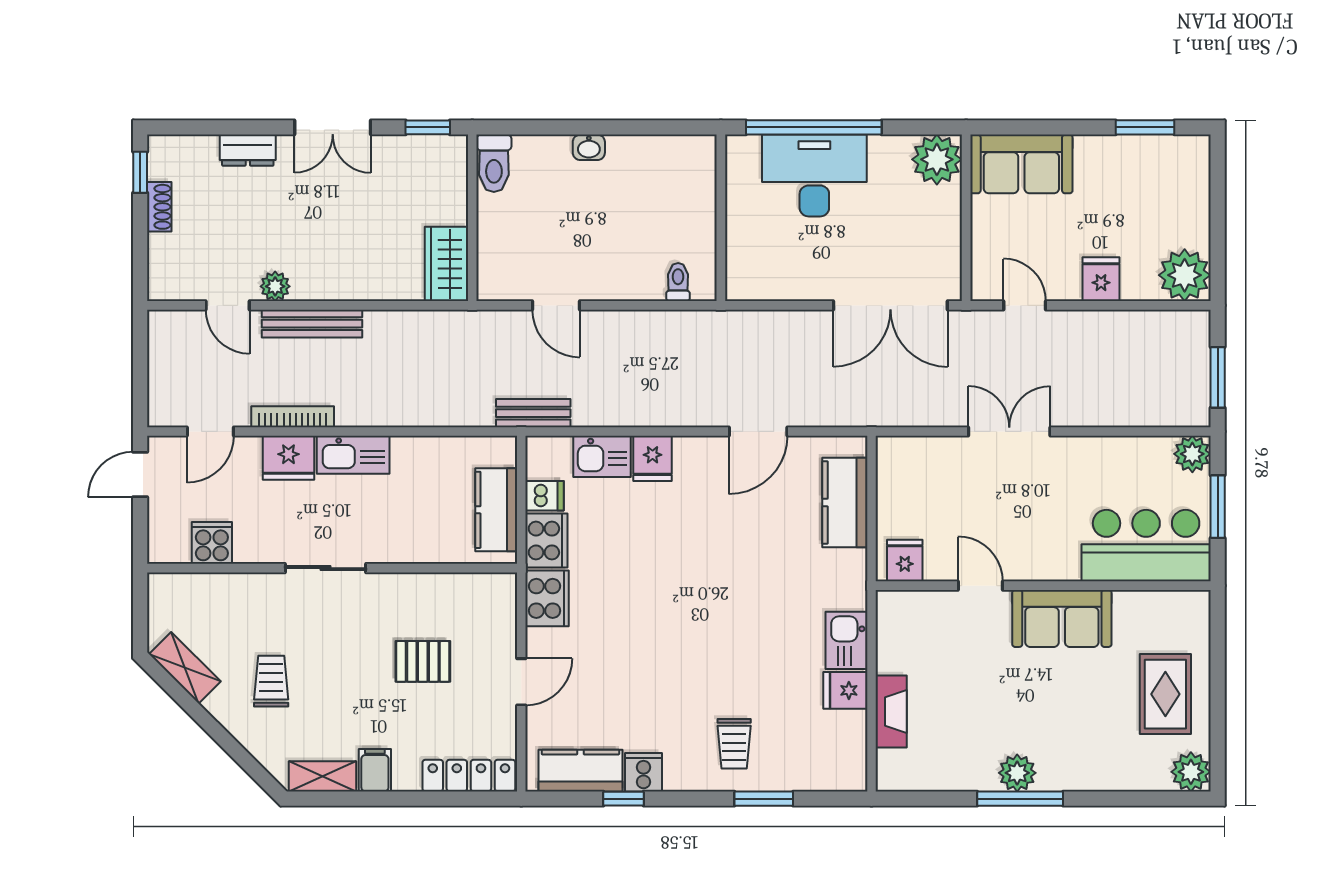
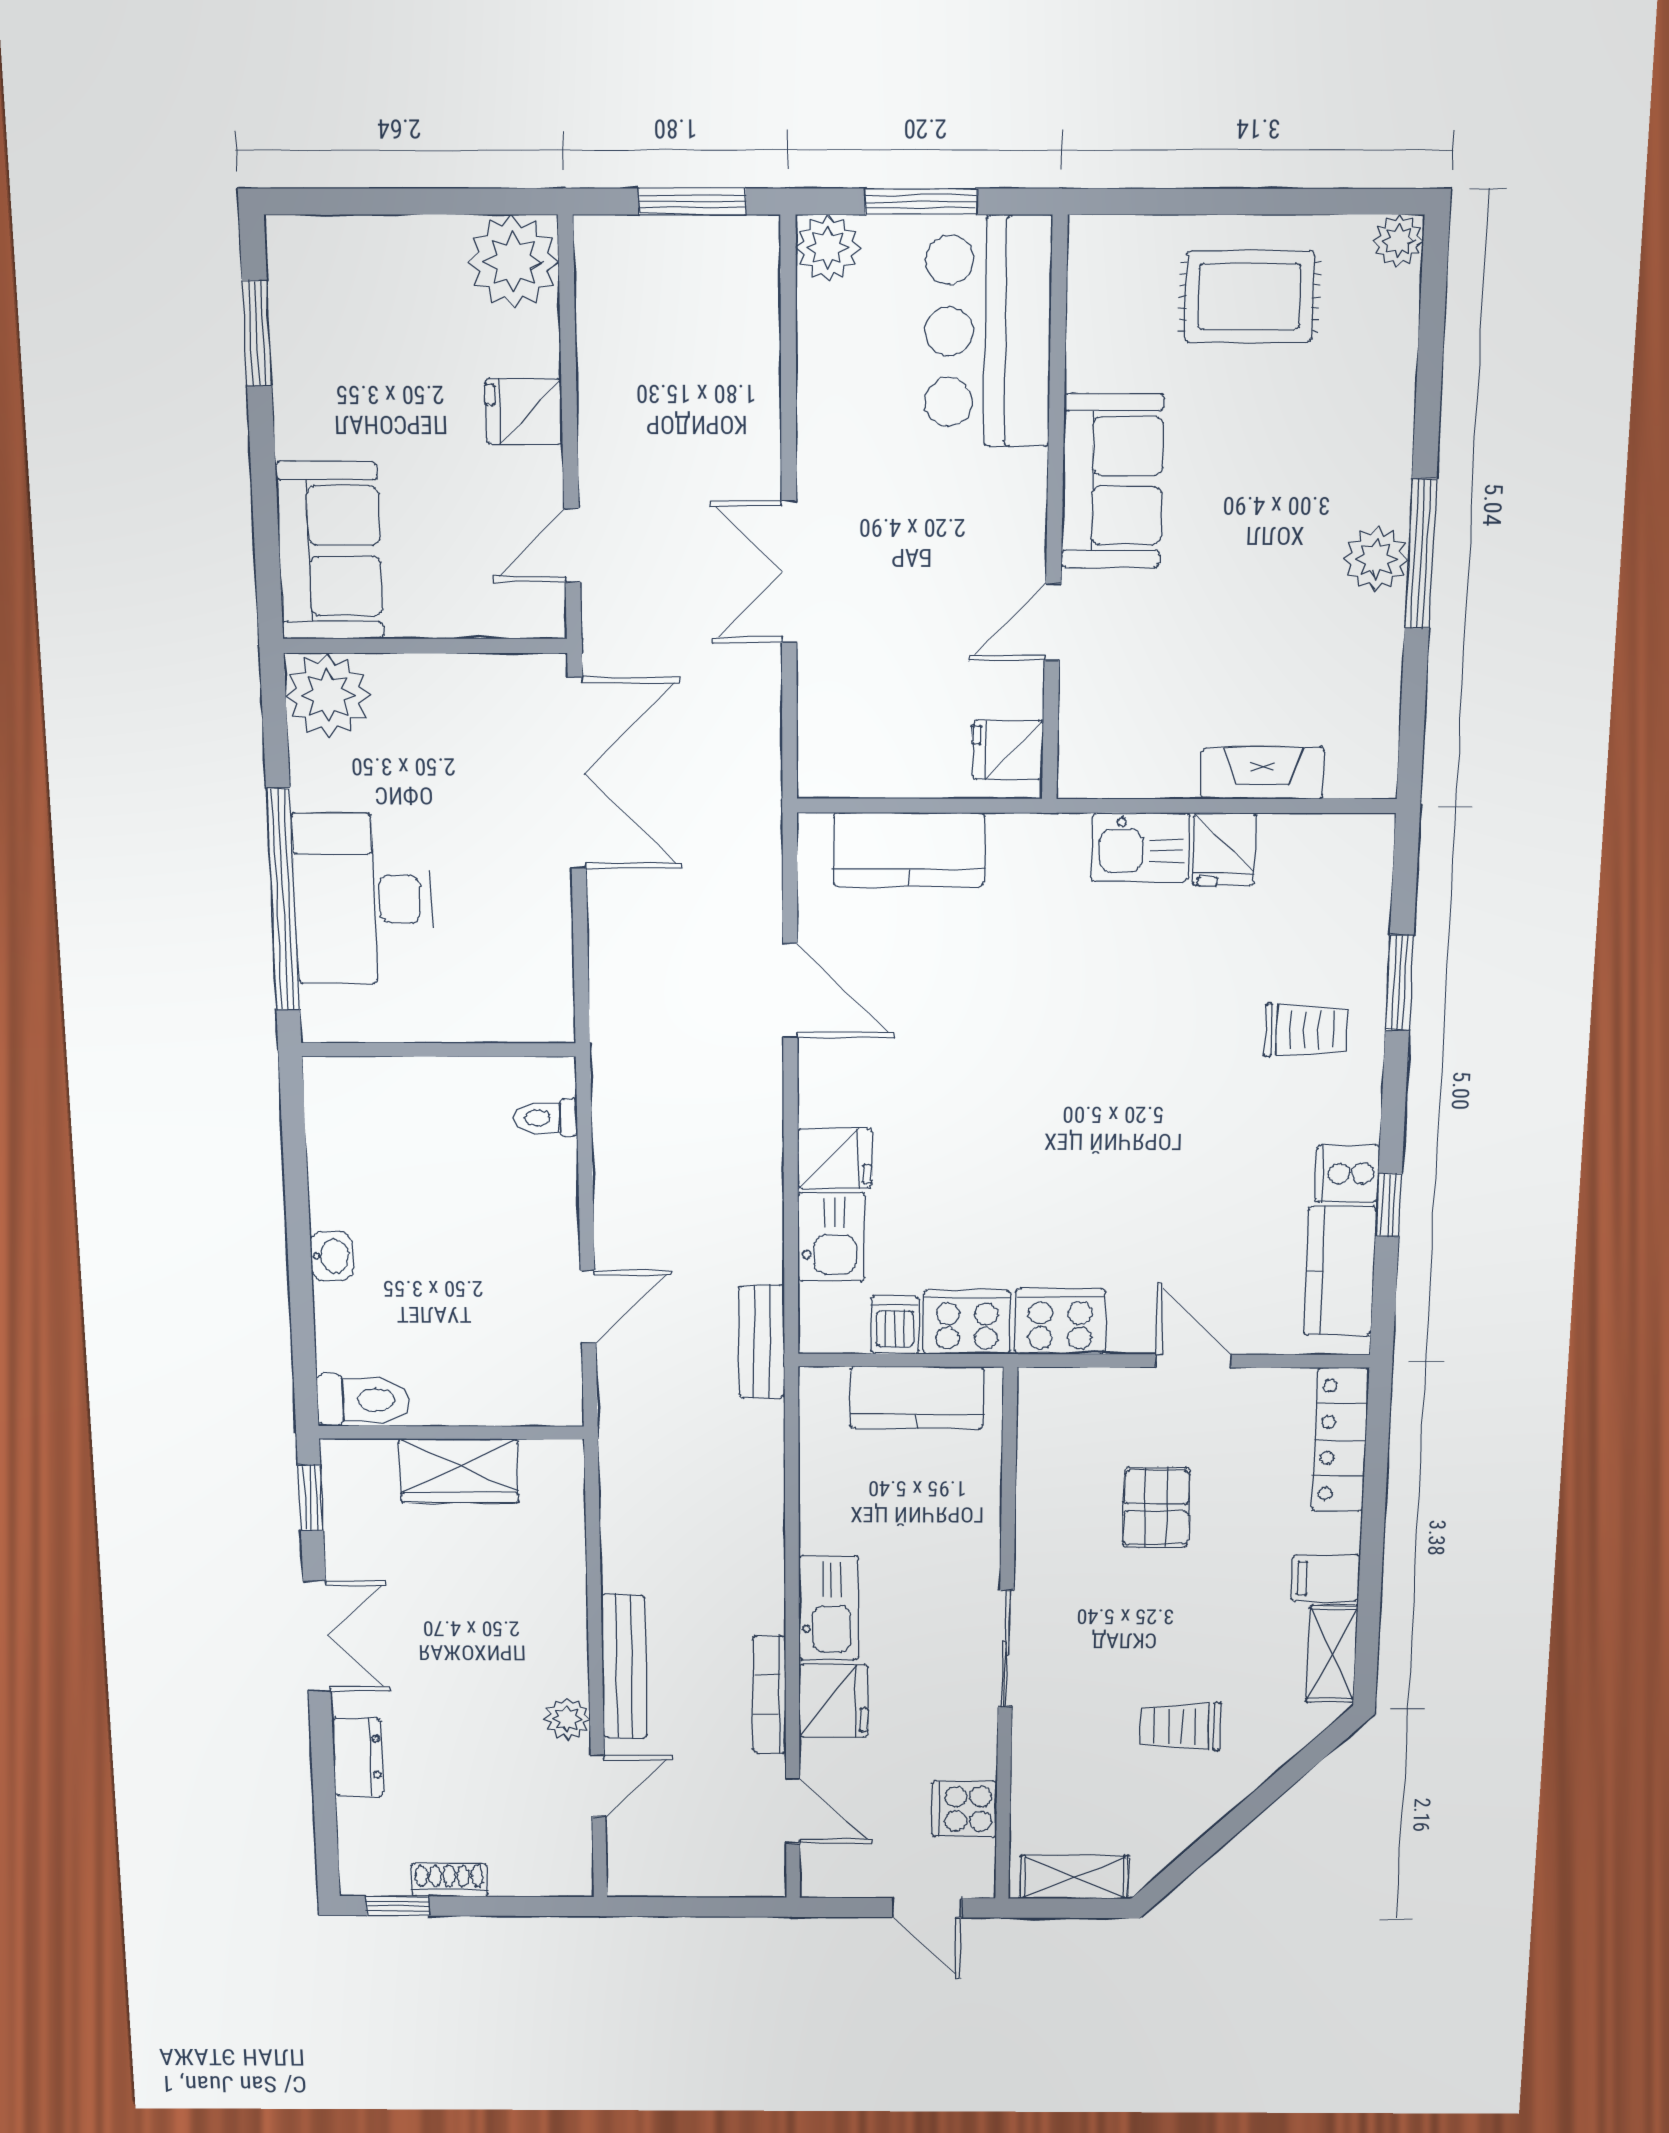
wardrobe: (446, 264) -> (459, 1471), moved
door: (140, 474) -> (927, 1908), moved
shelving: (185, 668) -> (1074, 1877), moved, turned 45
plant: (1191, 772) -> (1398, 241), width x0.73, depth x0.73

